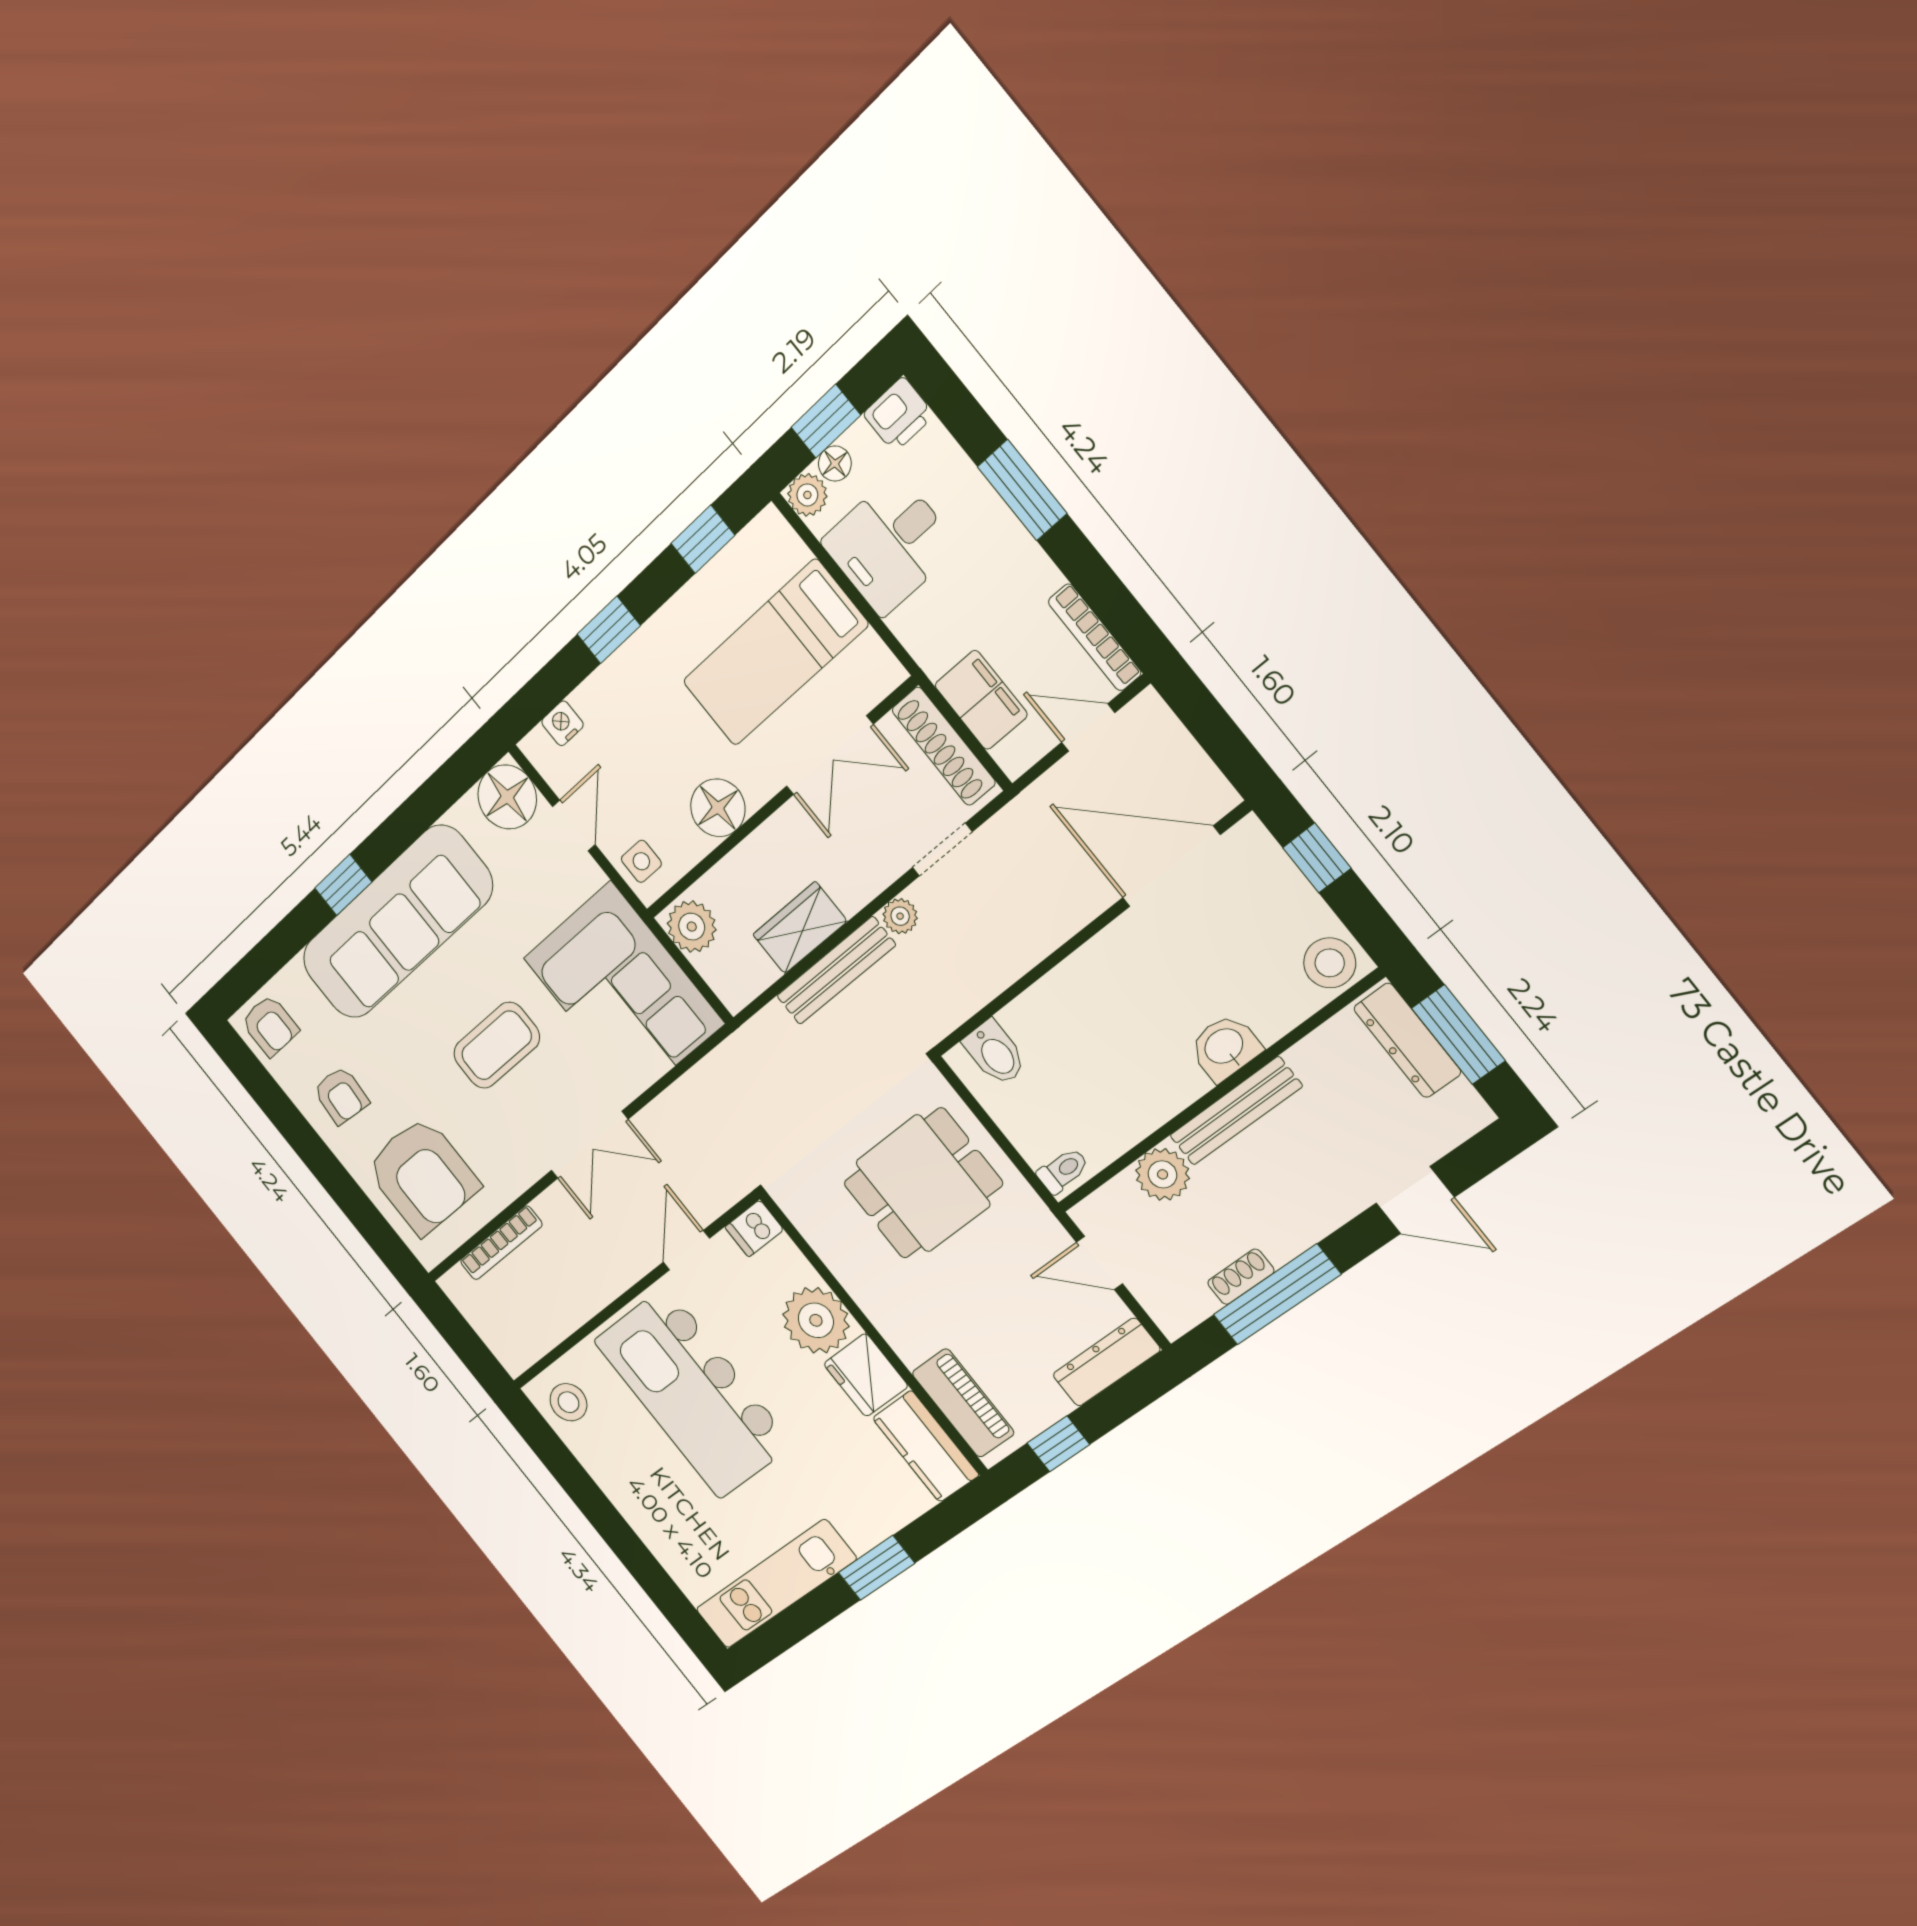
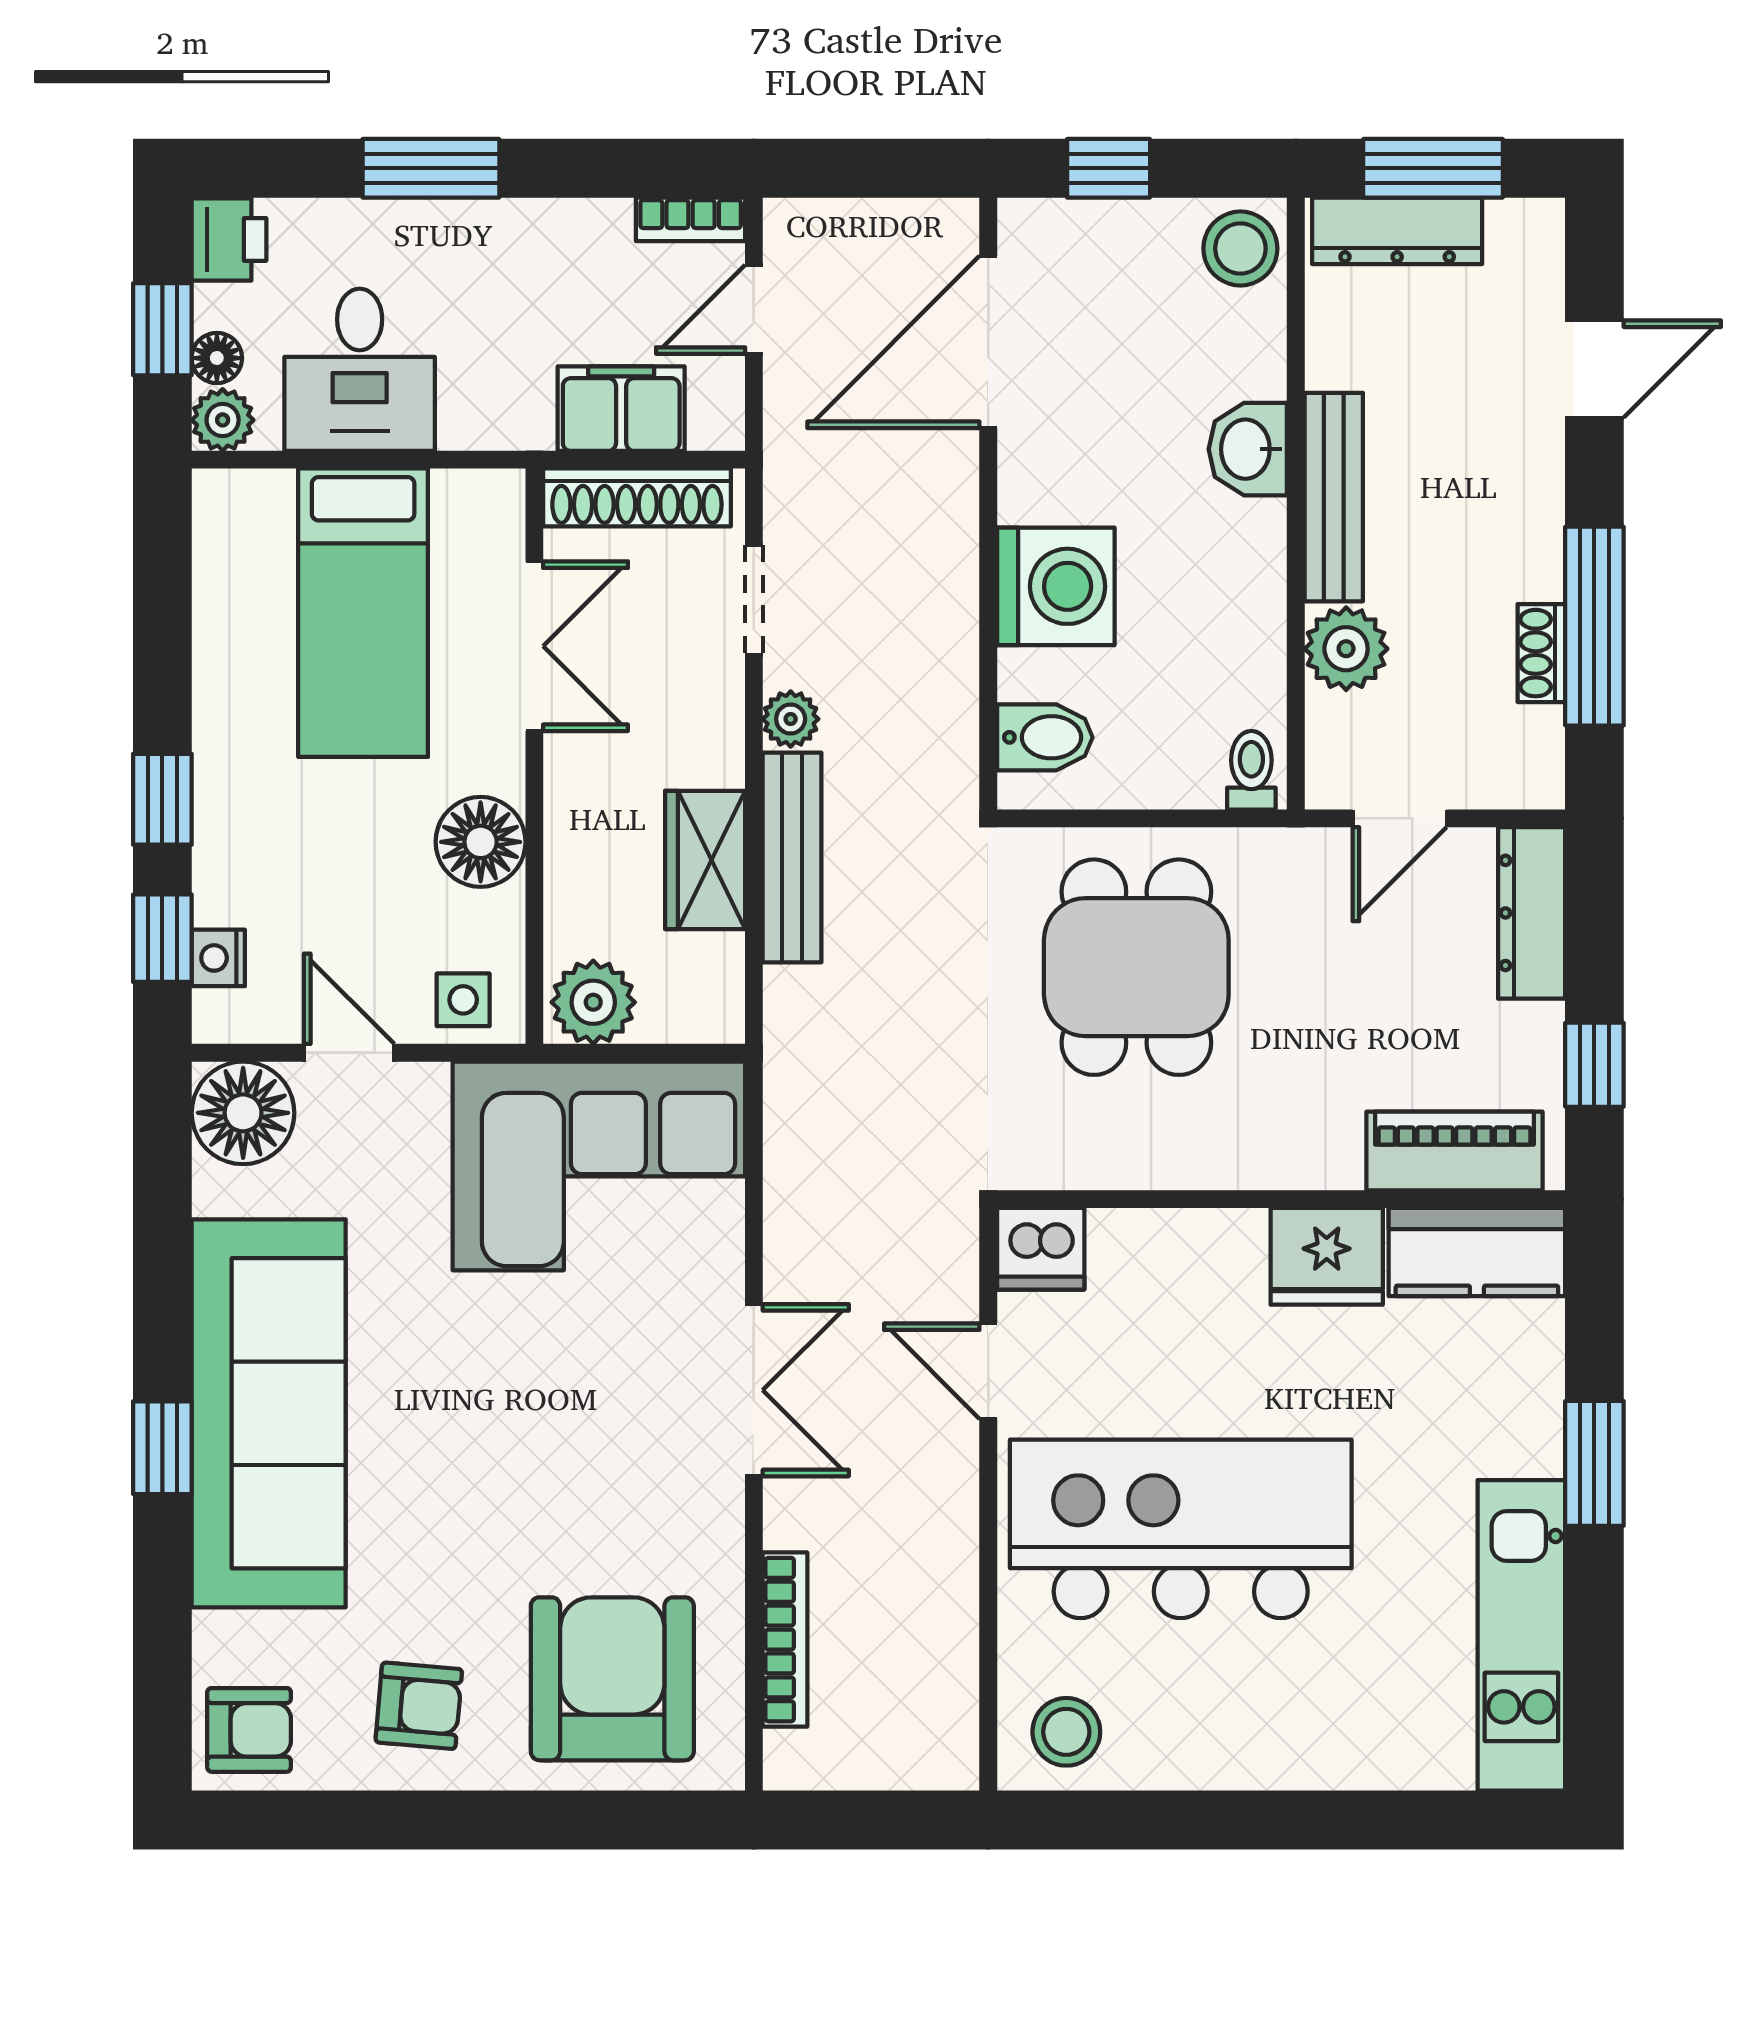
window: (703, 539) -> (162, 938), moved
bookcase: (1095, 637) -> (691, 219), width x0.64
washing machine: (1074, 1001) -> (1056, 586), added
coffee table: (497, 1045) -> (530, 1410), removed
armchair: (422, 1176) -> (612, 1679), turned -90
dishwasher: (754, 1228) -> (1041, 1249), width x1.38
plant: (816, 1320) -> (1207, 1265), removed
kitchen island: (693, 1392) -> (1181, 1529), turned 180

